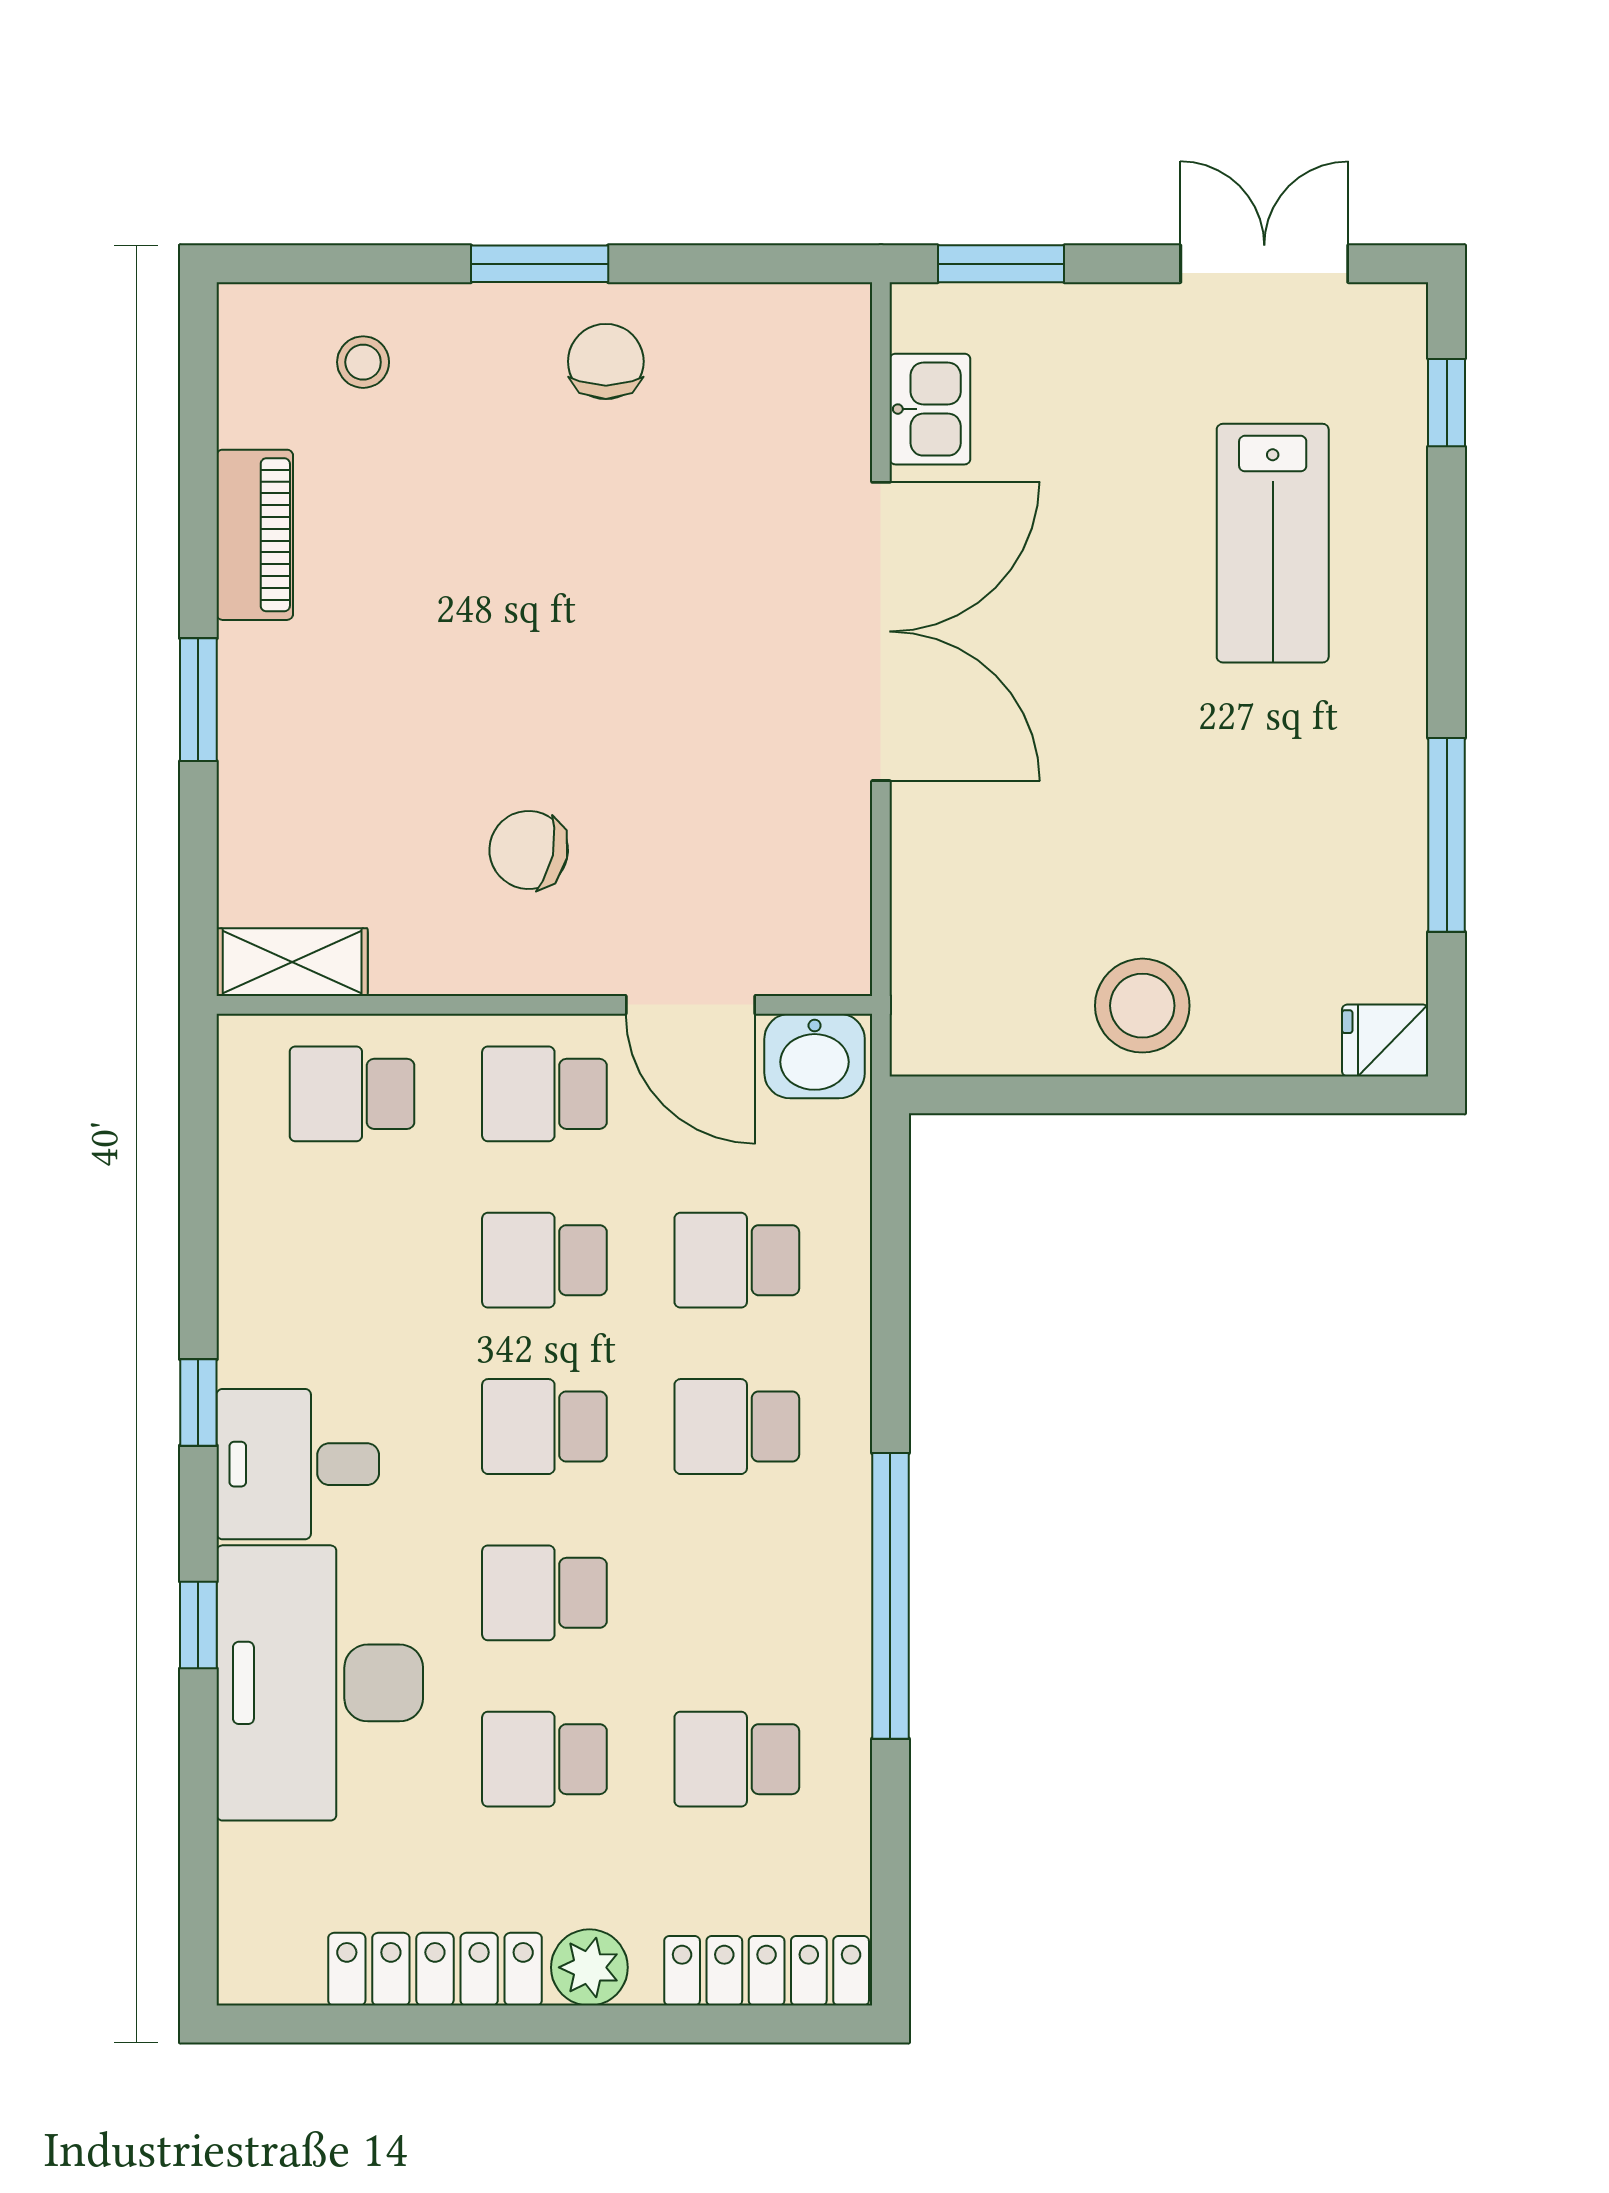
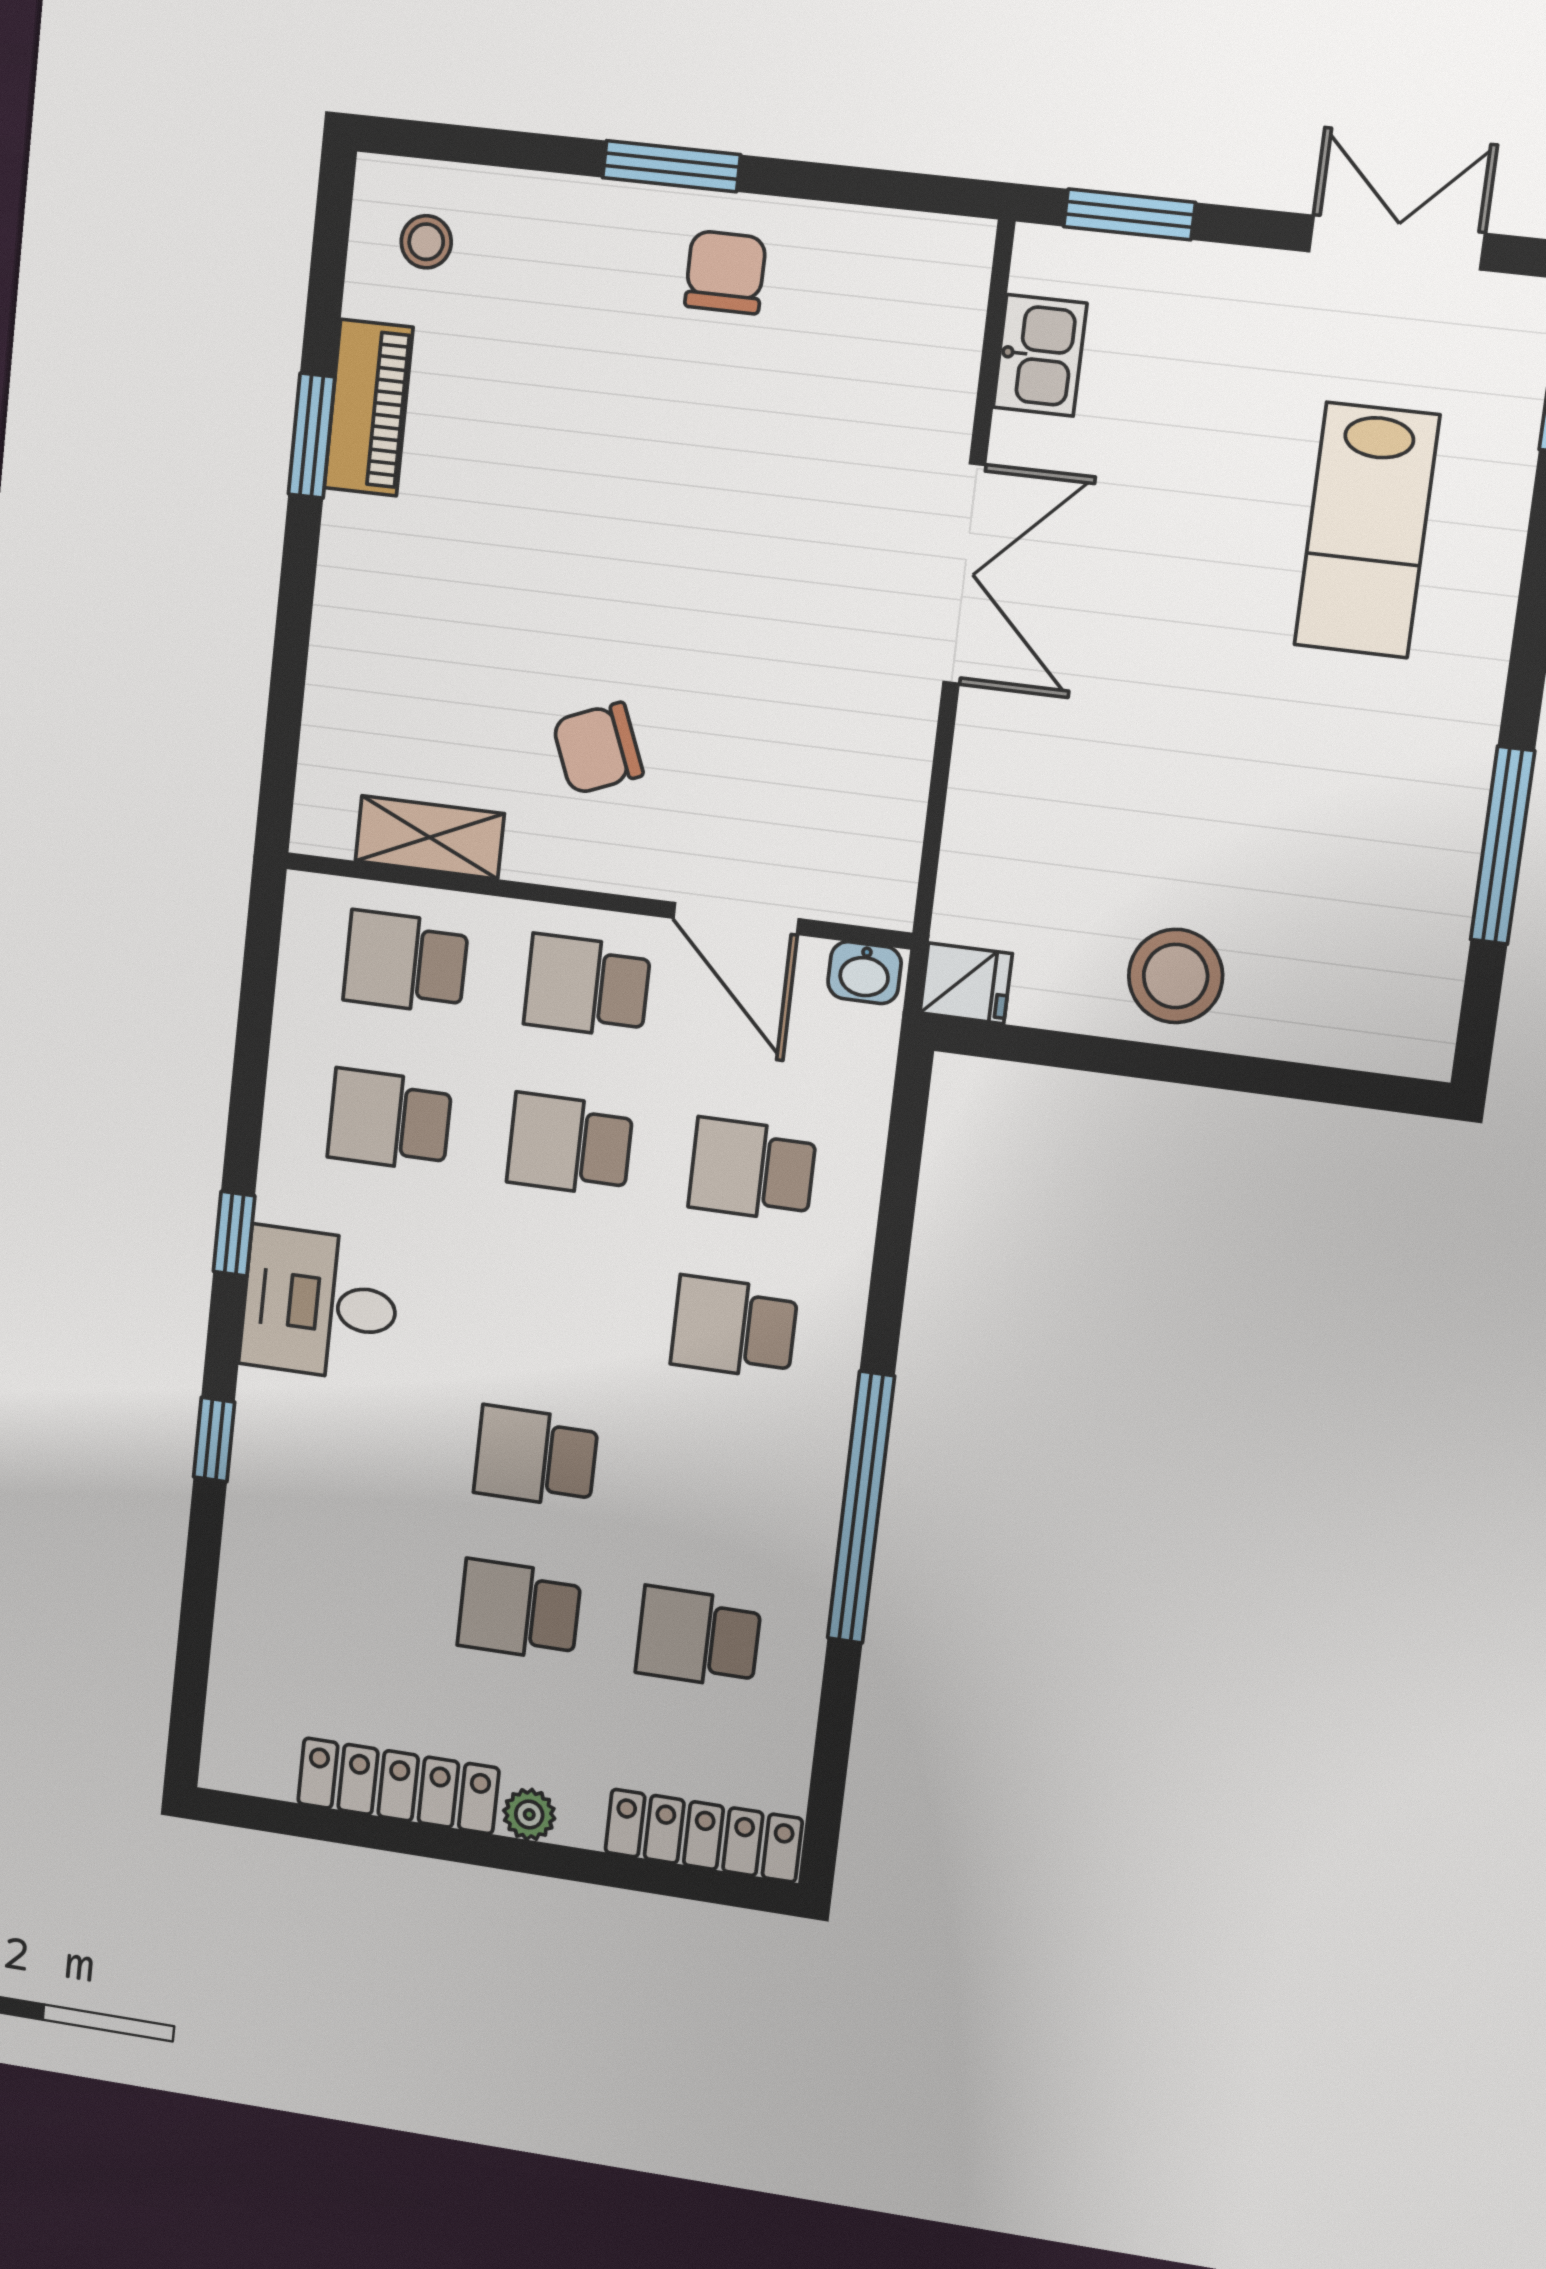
stool: (363, 362) -> (426, 242), moved
double door: (881, 631) -> (964, 574), width x0.73
window: (198, 700) -> (312, 436), moved
chair: (529, 850) -> (598, 748), turned -34
shelving: (292, 962) -> (430, 837), moved
fridge: (1385, 1040) -> (966, 983), moved, turned 180
washbasin: (815, 1056) -> (865, 973), width x0.72, depth x0.69
school desk: (544, 1427) -> (389, 1120), moved
desk: (320, 1683) -> (320, 1509), removed
plant: (589, 1967) -> (529, 1815), width x0.73, depth x0.73

